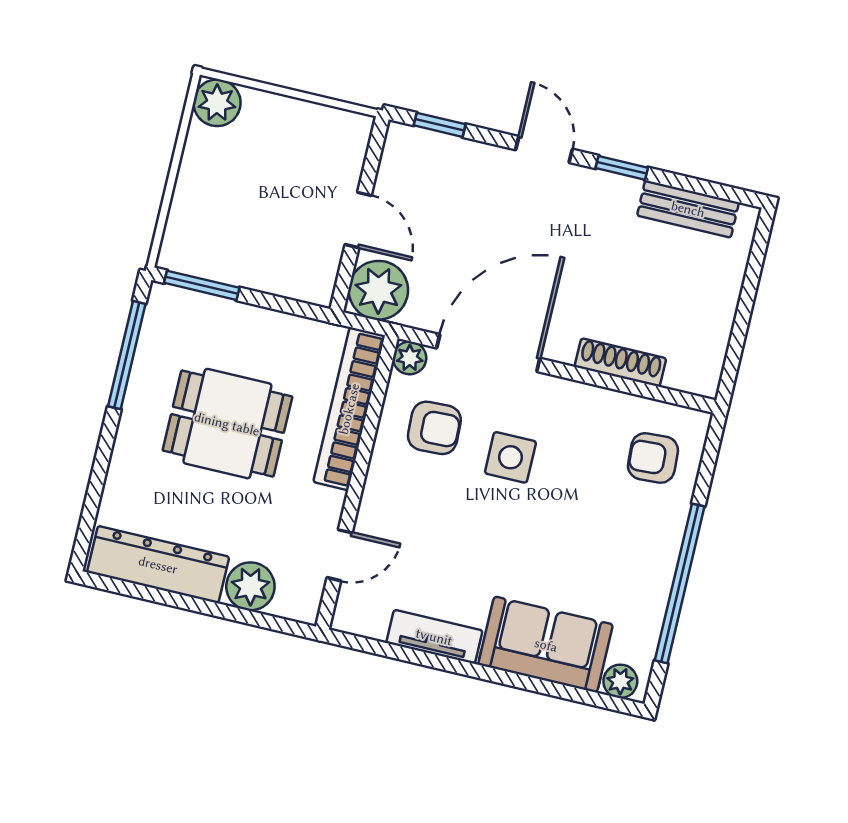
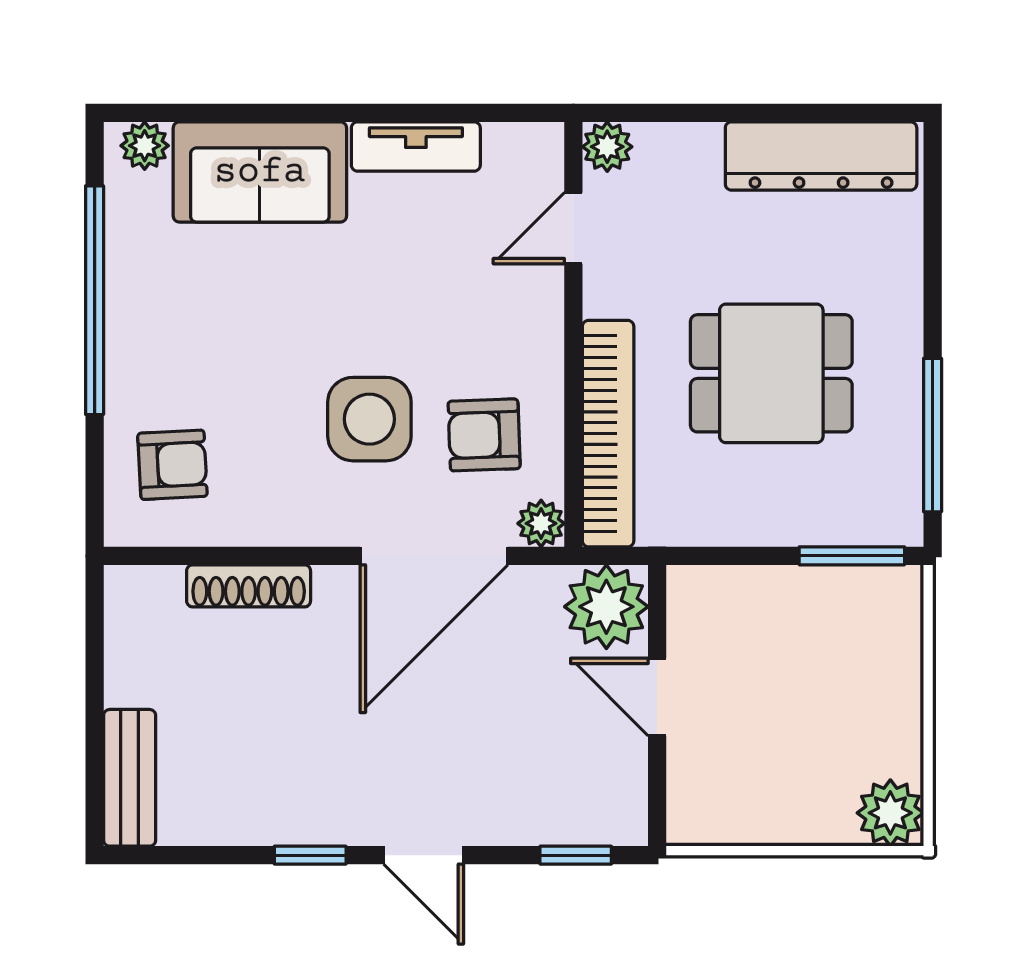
bench: (688, 209) -> (130, 778), moved, turned 90
side table: (510, 457) -> (369, 419), width x1.37, depth x1.37
plant: (250, 586) -> (607, 147), moved, width x0.73, depth x0.73

